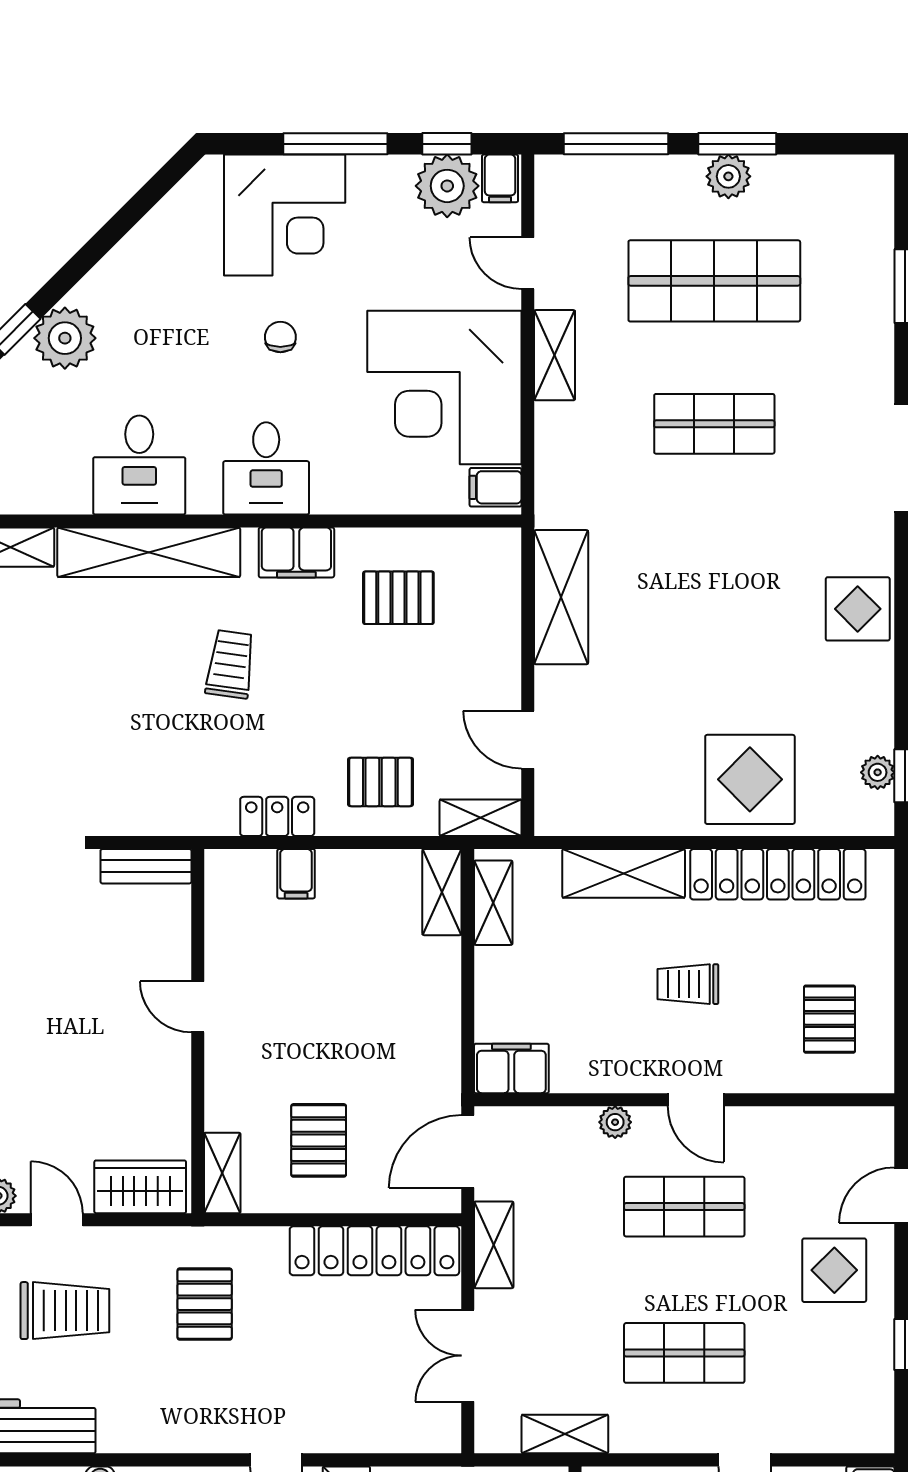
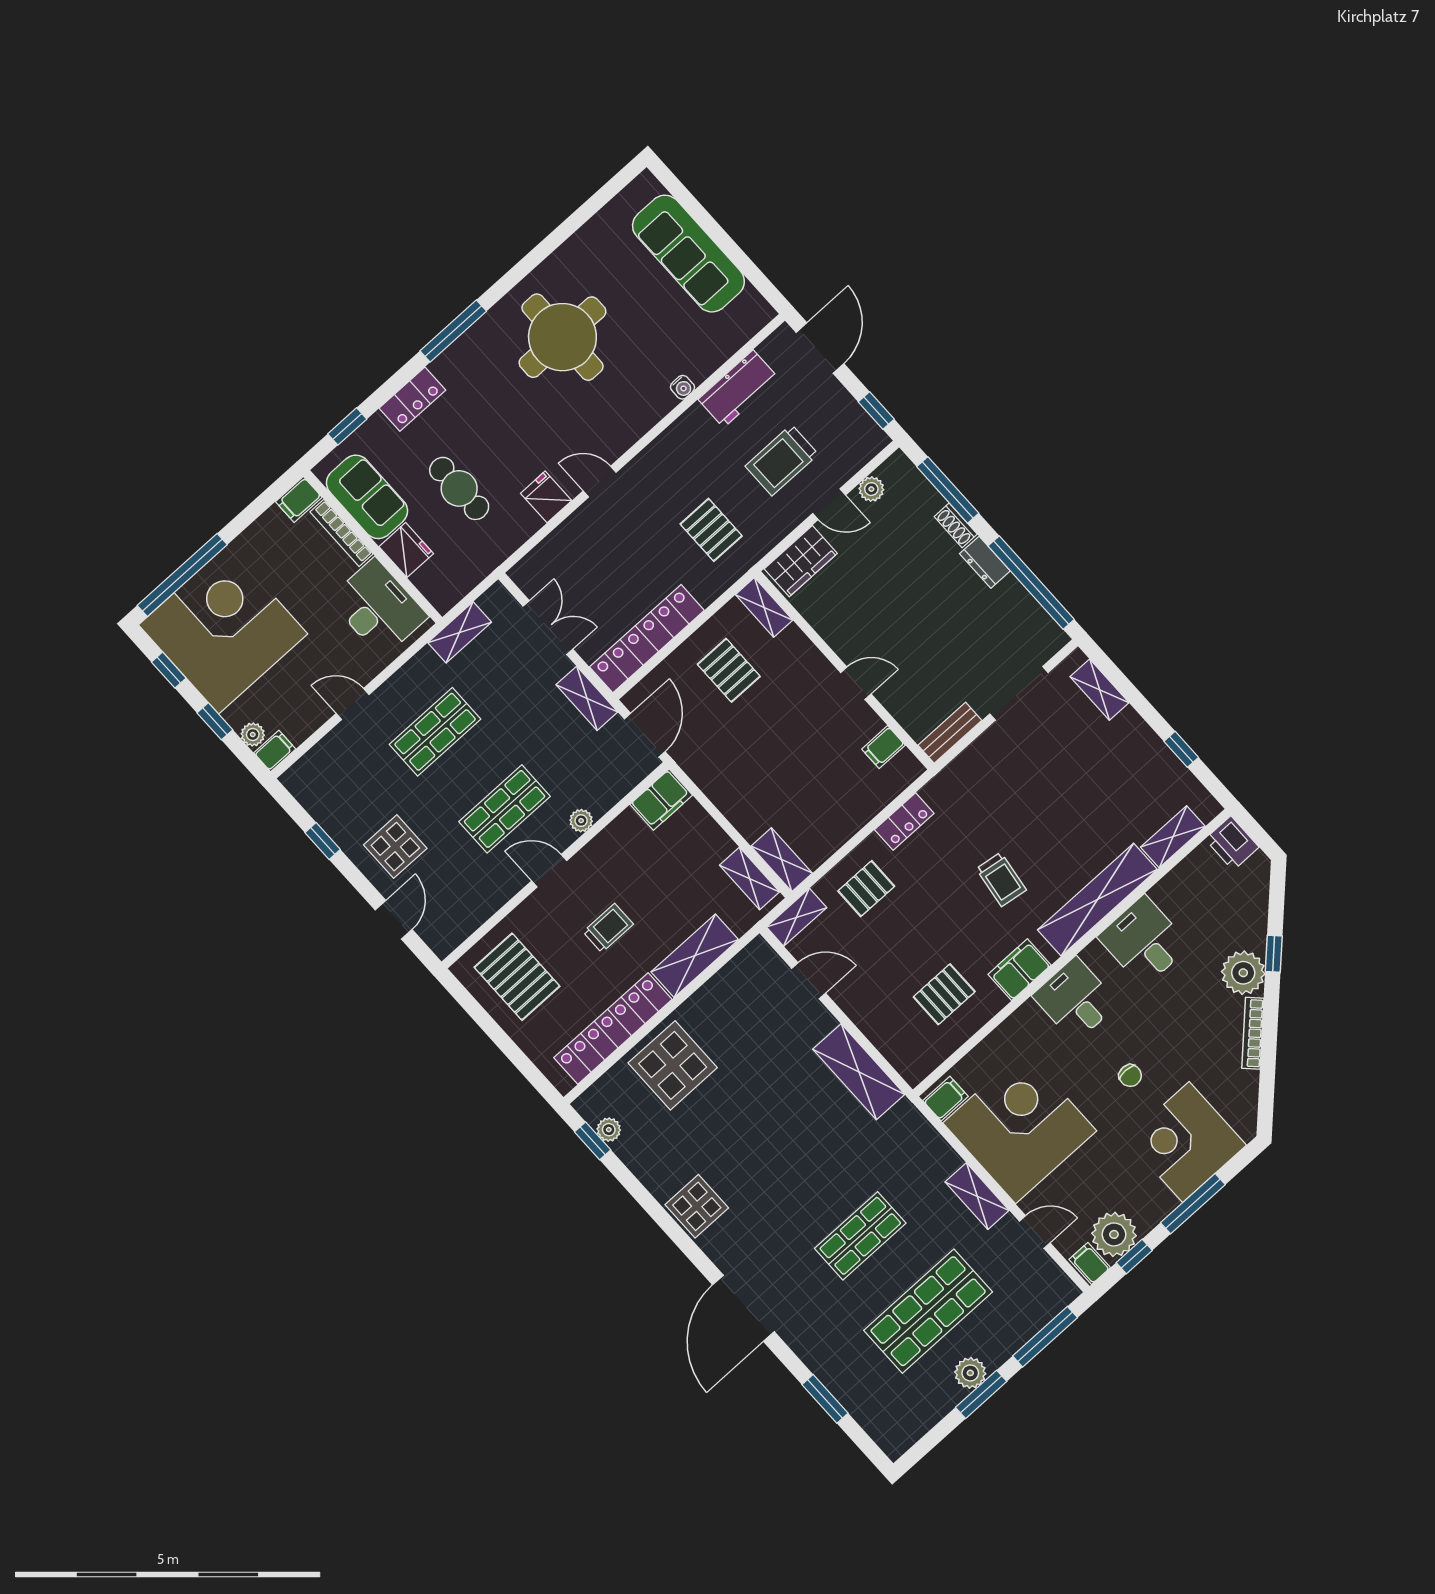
bookcase: (112, 266) -> (1253, 1033), added
filing cabinet: (296, 874) -> (883, 747), moved, turned -90
pallet: (830, 1019) -> (517, 977), width x1.50, depth x1.42

